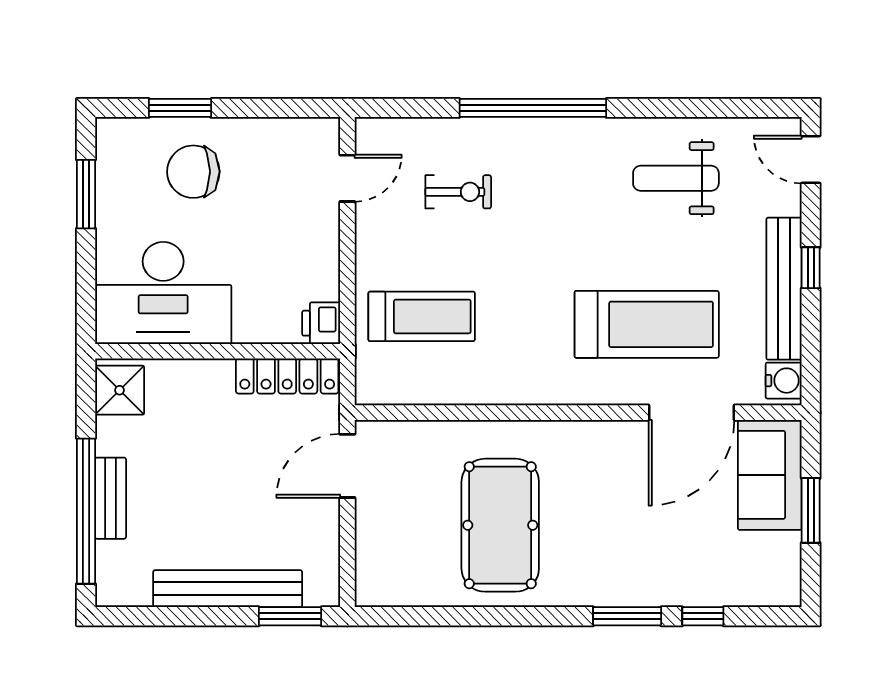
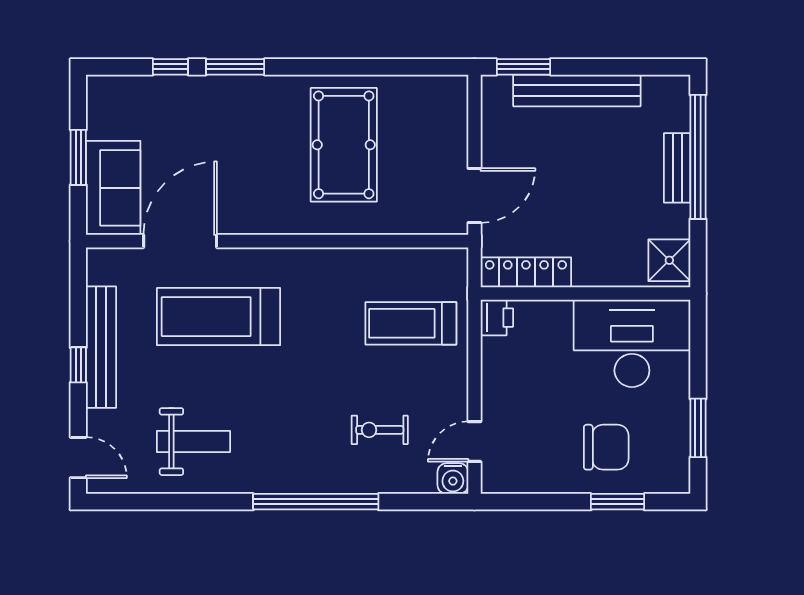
water cooler: (784, 381) -> (453, 479), moved, turned -90

